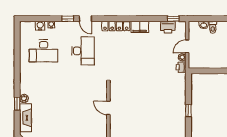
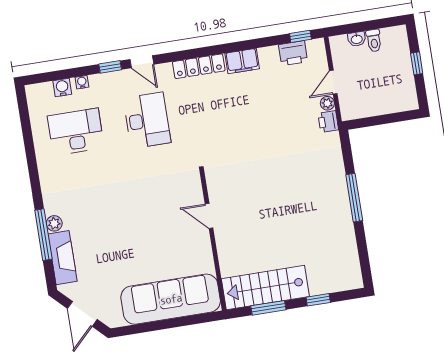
desk: (44, 51) -> (76, 132), turned 180
window: (17, 104) -> (43, 235), width x2.17
window: (188, 111) -> (354, 198), width x2.17

